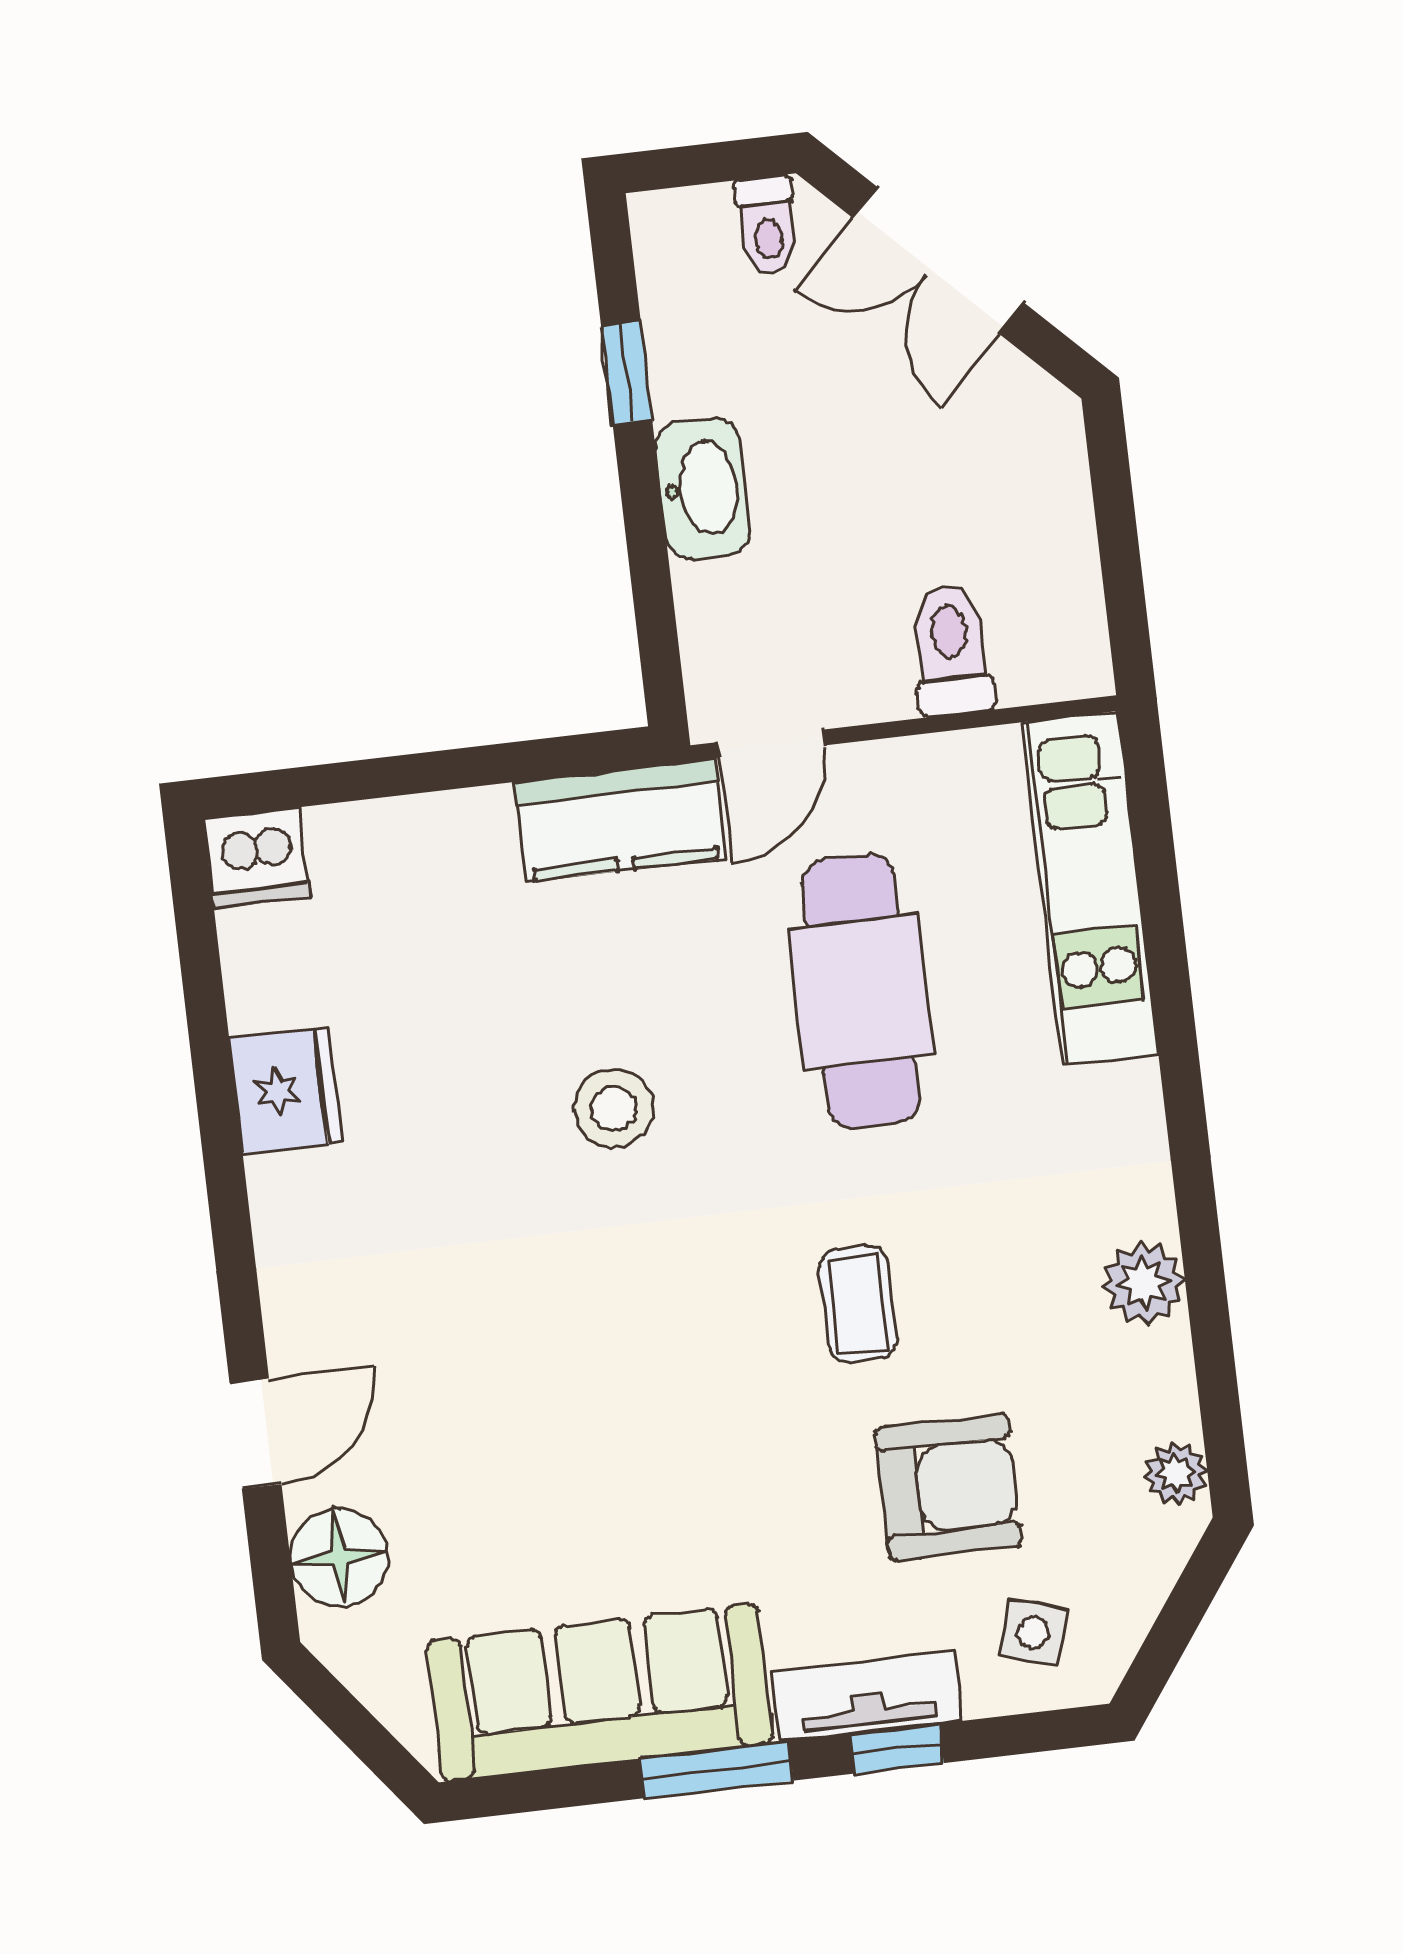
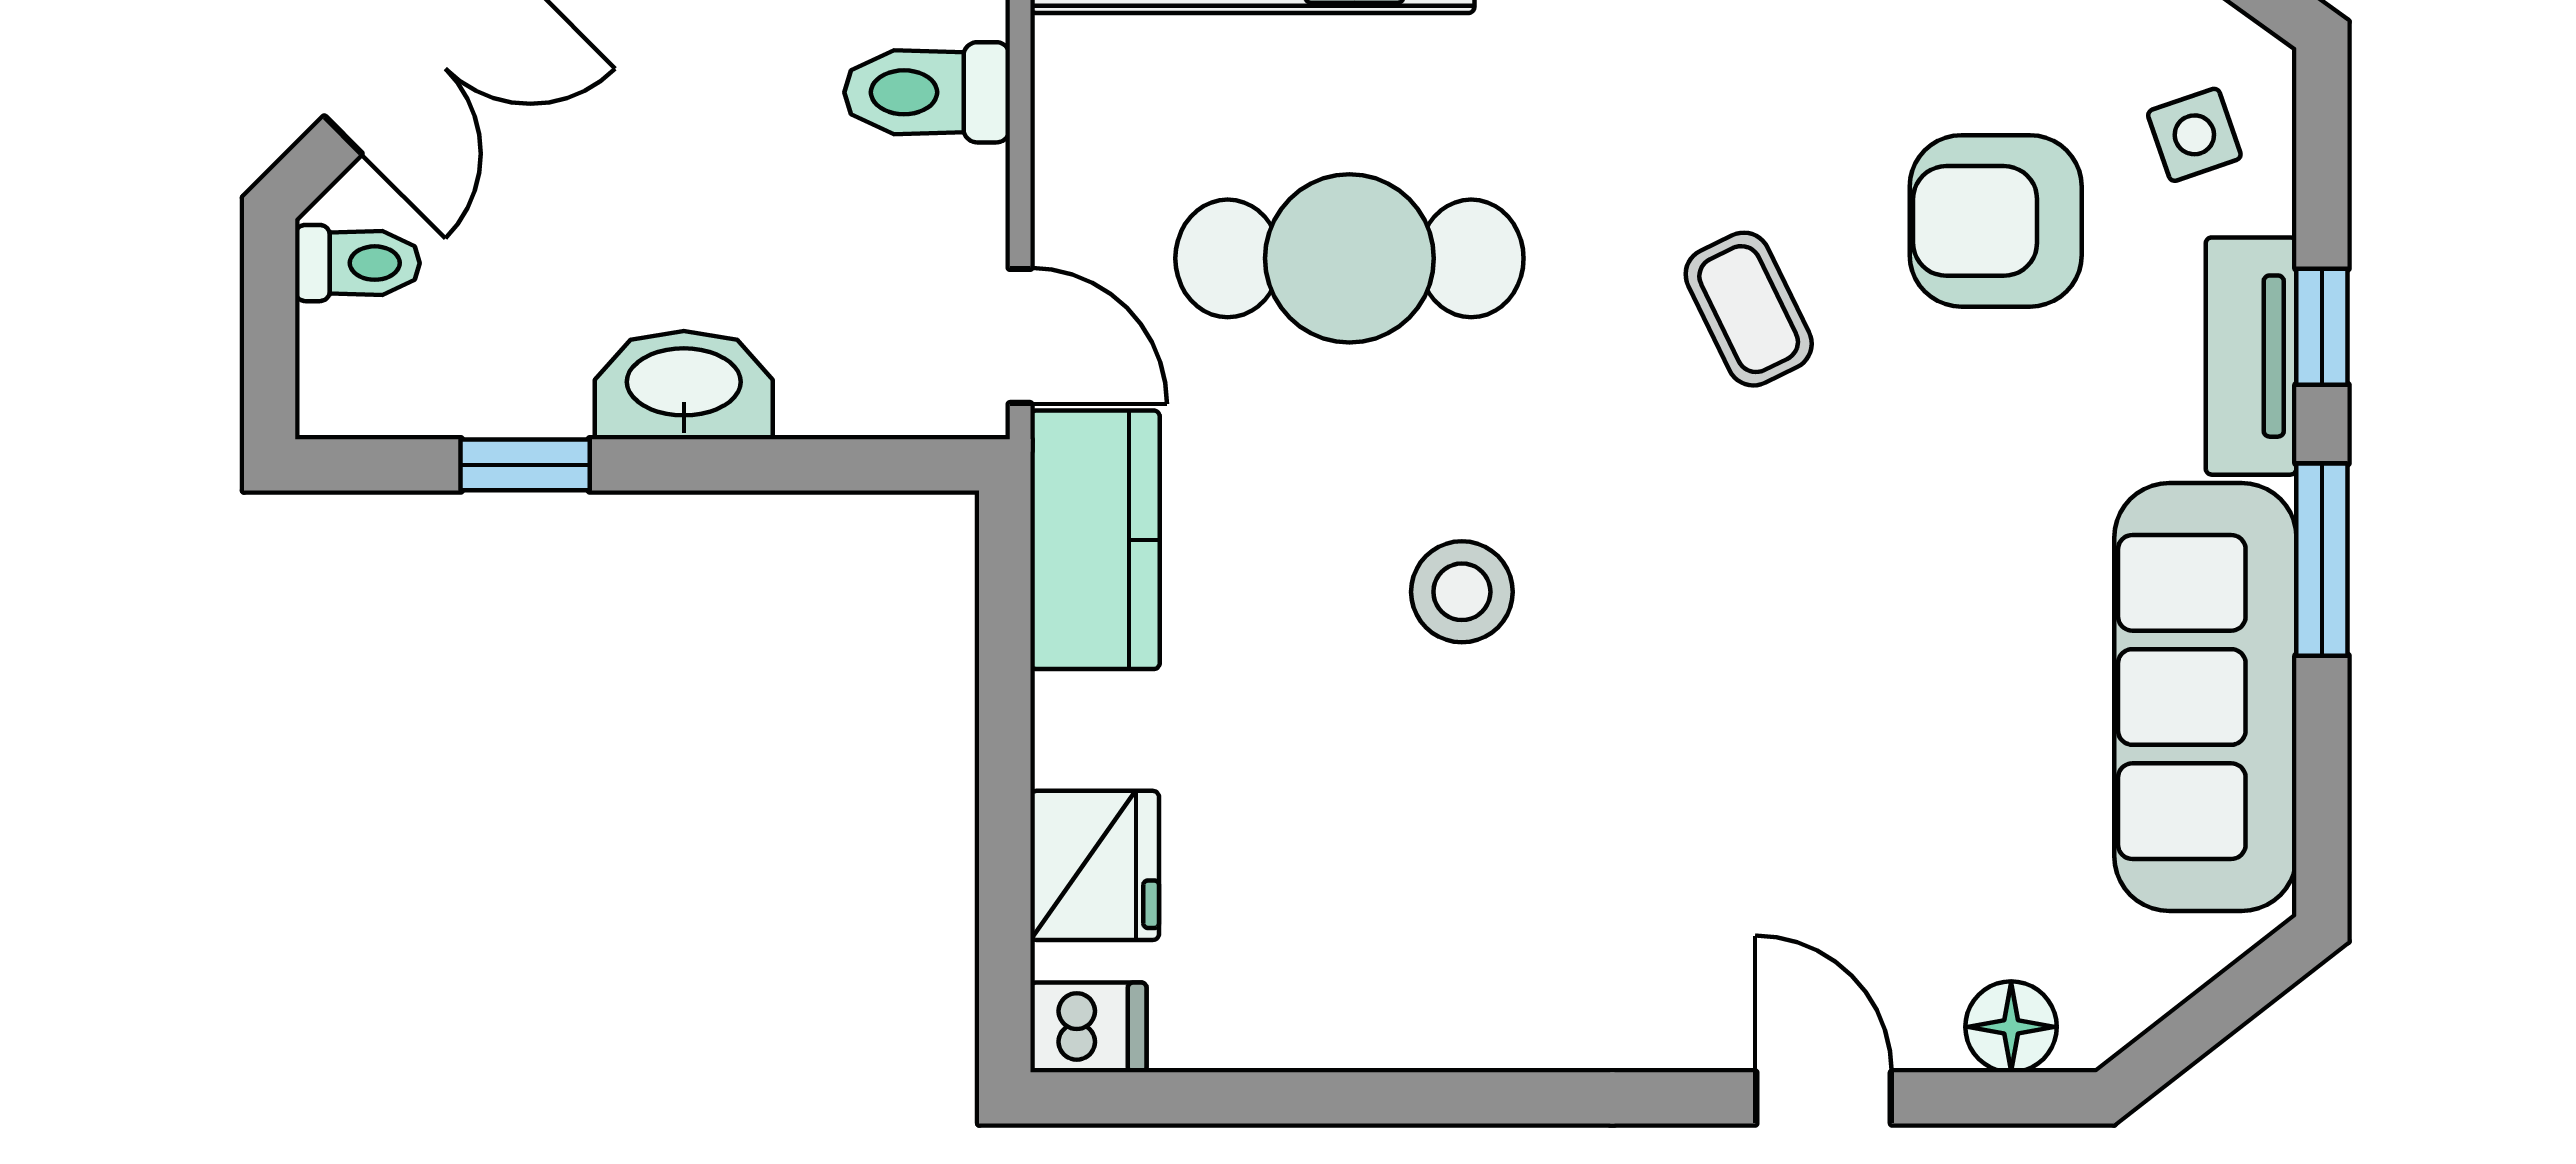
dishwasher: (256, 858) -> (1088, 1027), width x0.73
fridge: (285, 1090) -> (1095, 865), moved, turned 90
coffee table: (858, 1304) -> (1749, 309), turned 64
armchair: (949, 1487) -> (1996, 221), turned -90
floor lamp: (339, 1557) -> (2011, 1027), width x0.73, depth x0.73
side table: (1033, 1633) -> (2194, 135), turned -36

